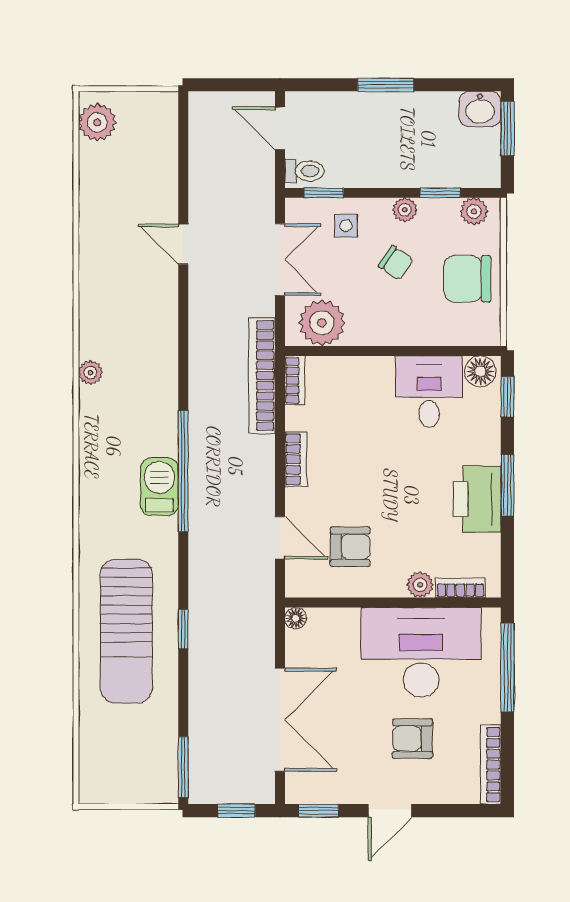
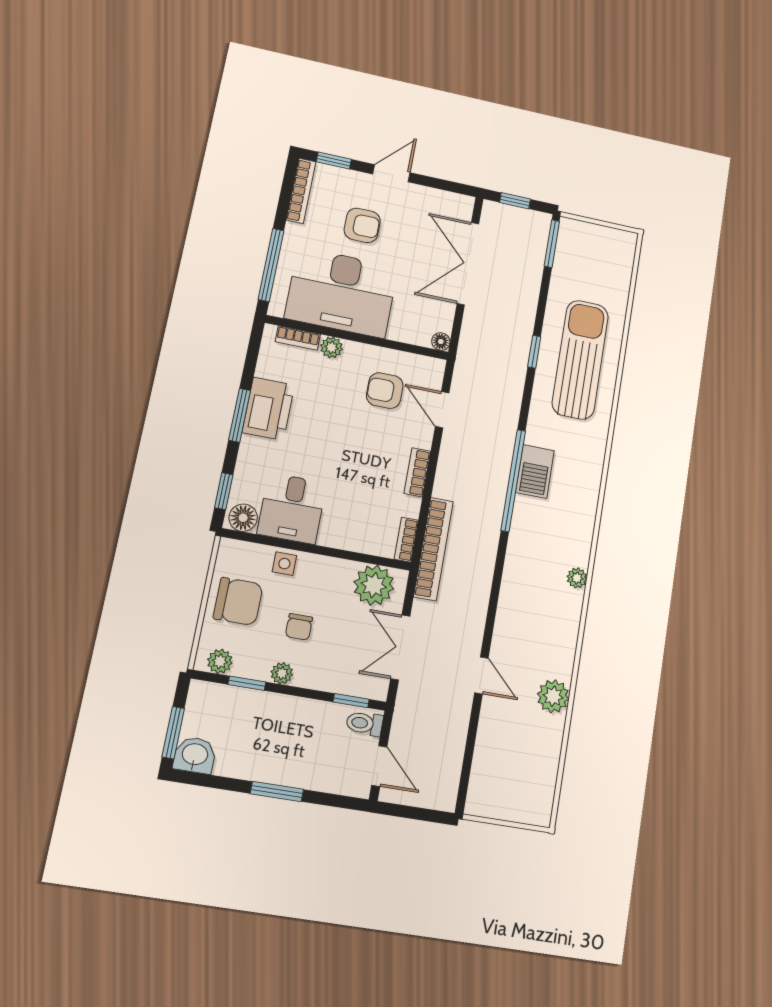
plant: (97, 122) -> (553, 696), moved
side table: (346, 226) -> (284, 564), moved
chair: (396, 263) -> (299, 627), turned -124
window: (319, 811) -> (334, 160), moved

